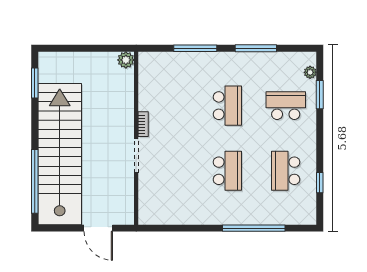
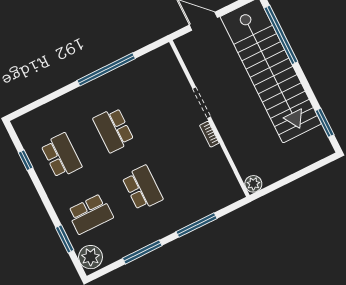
plant: (310, 72) -> (91, 257), width x1.88, depth x1.88
school desk: (227, 106) -> (142, 188), turned 180
window: (254, 228) -> (106, 69), moved

